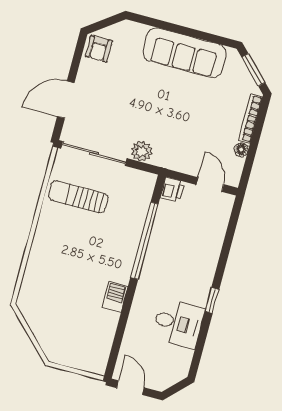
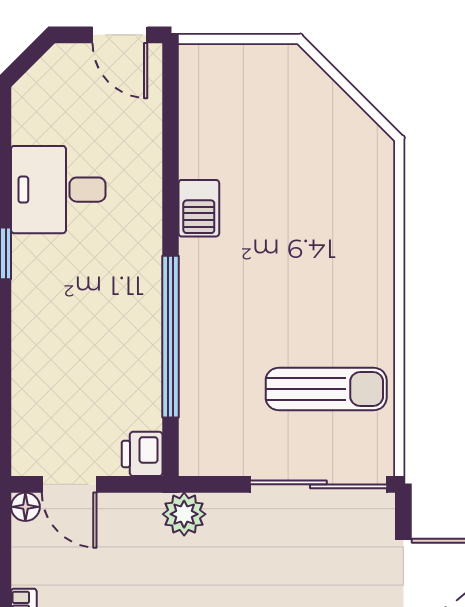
floor lamp: (241, 150) -> (25, 507), moved
plant: (142, 151) -> (184, 514), moved

